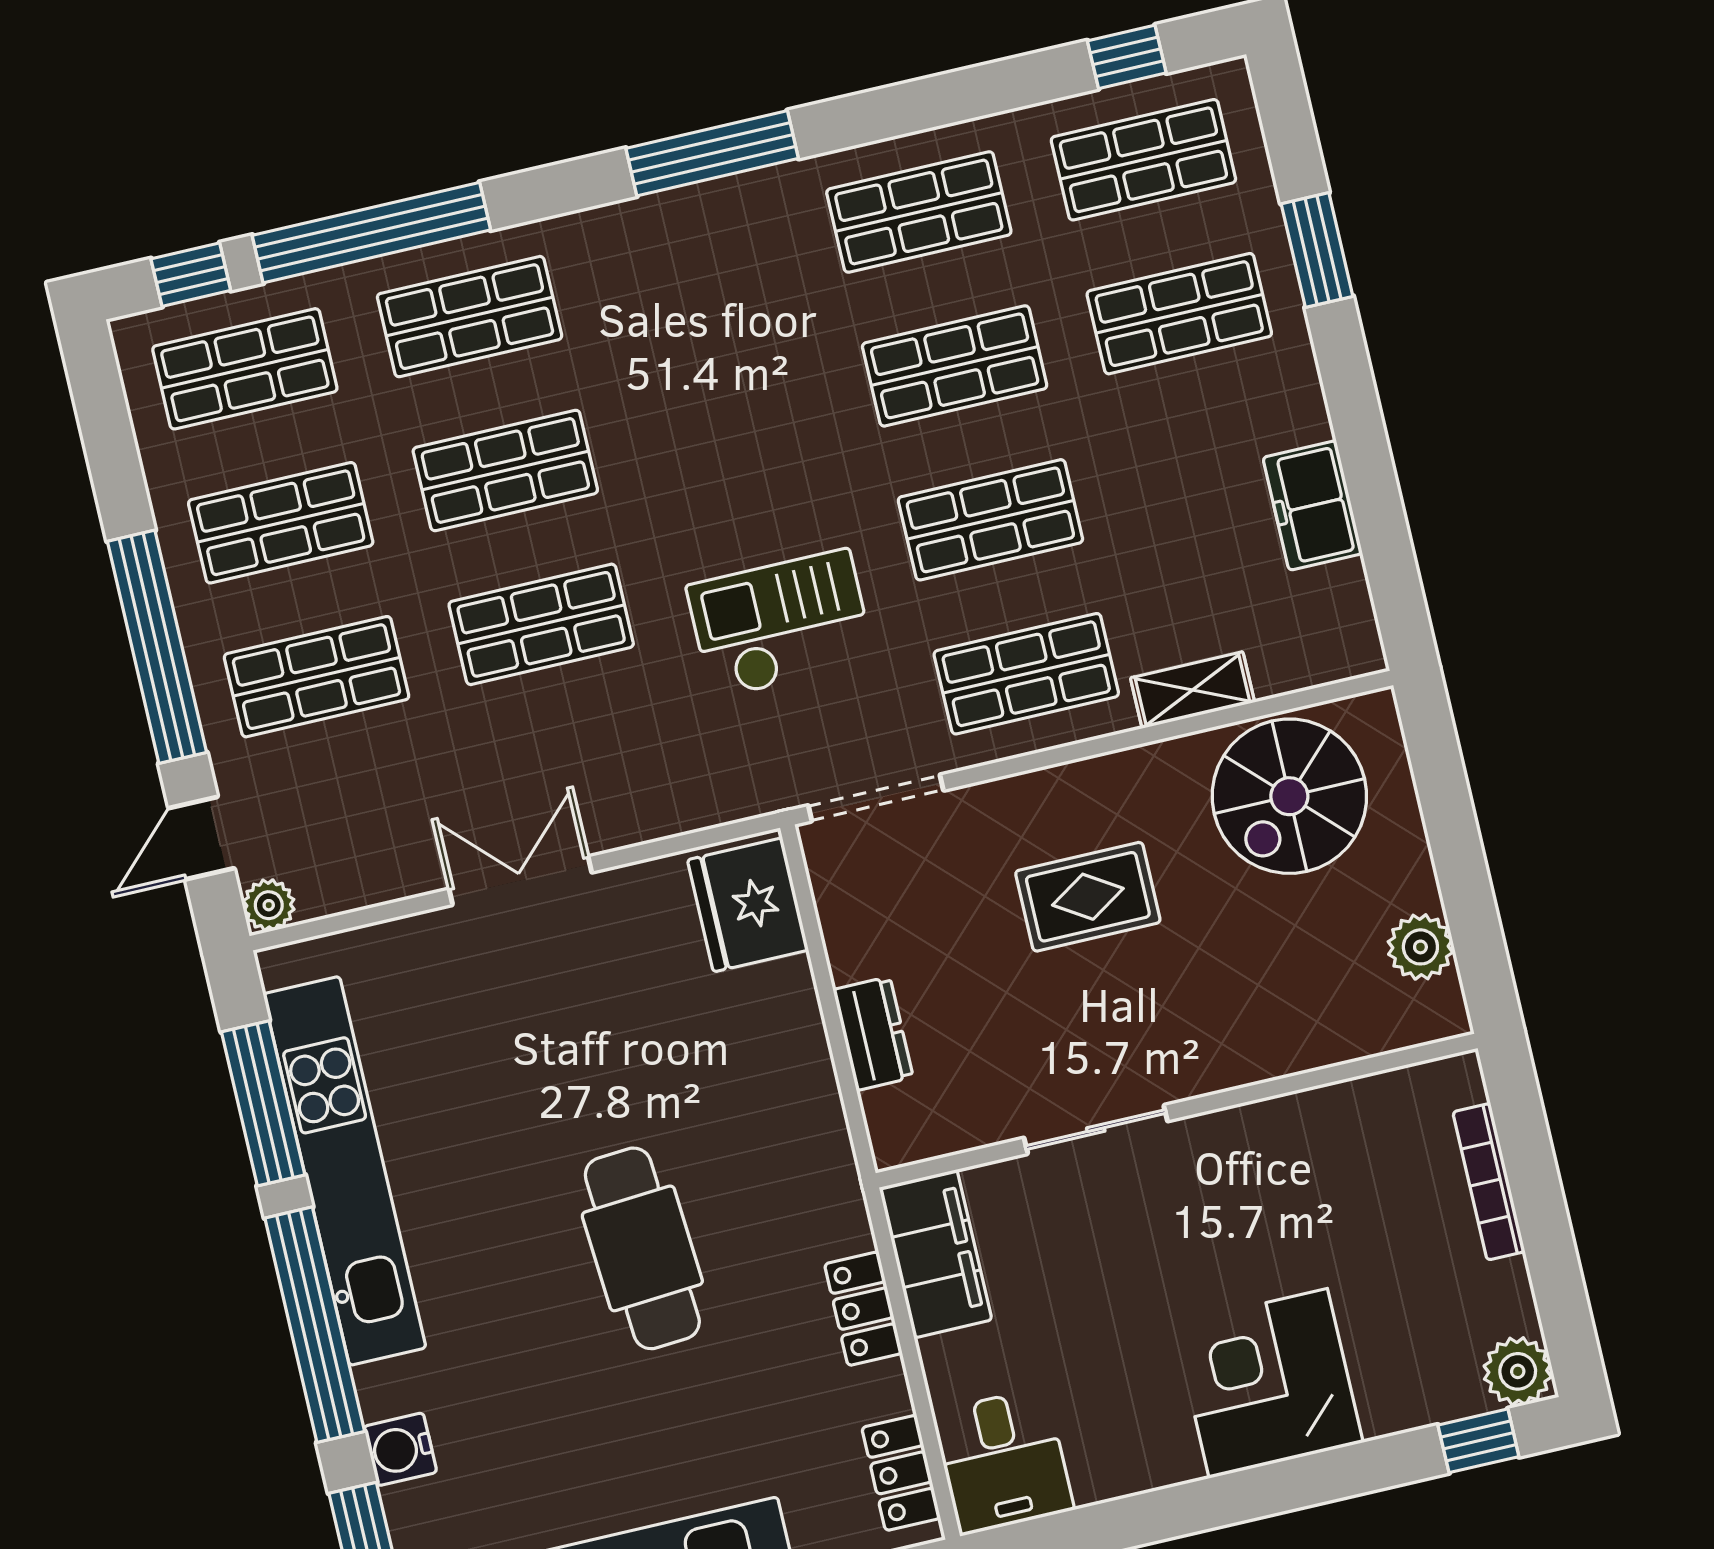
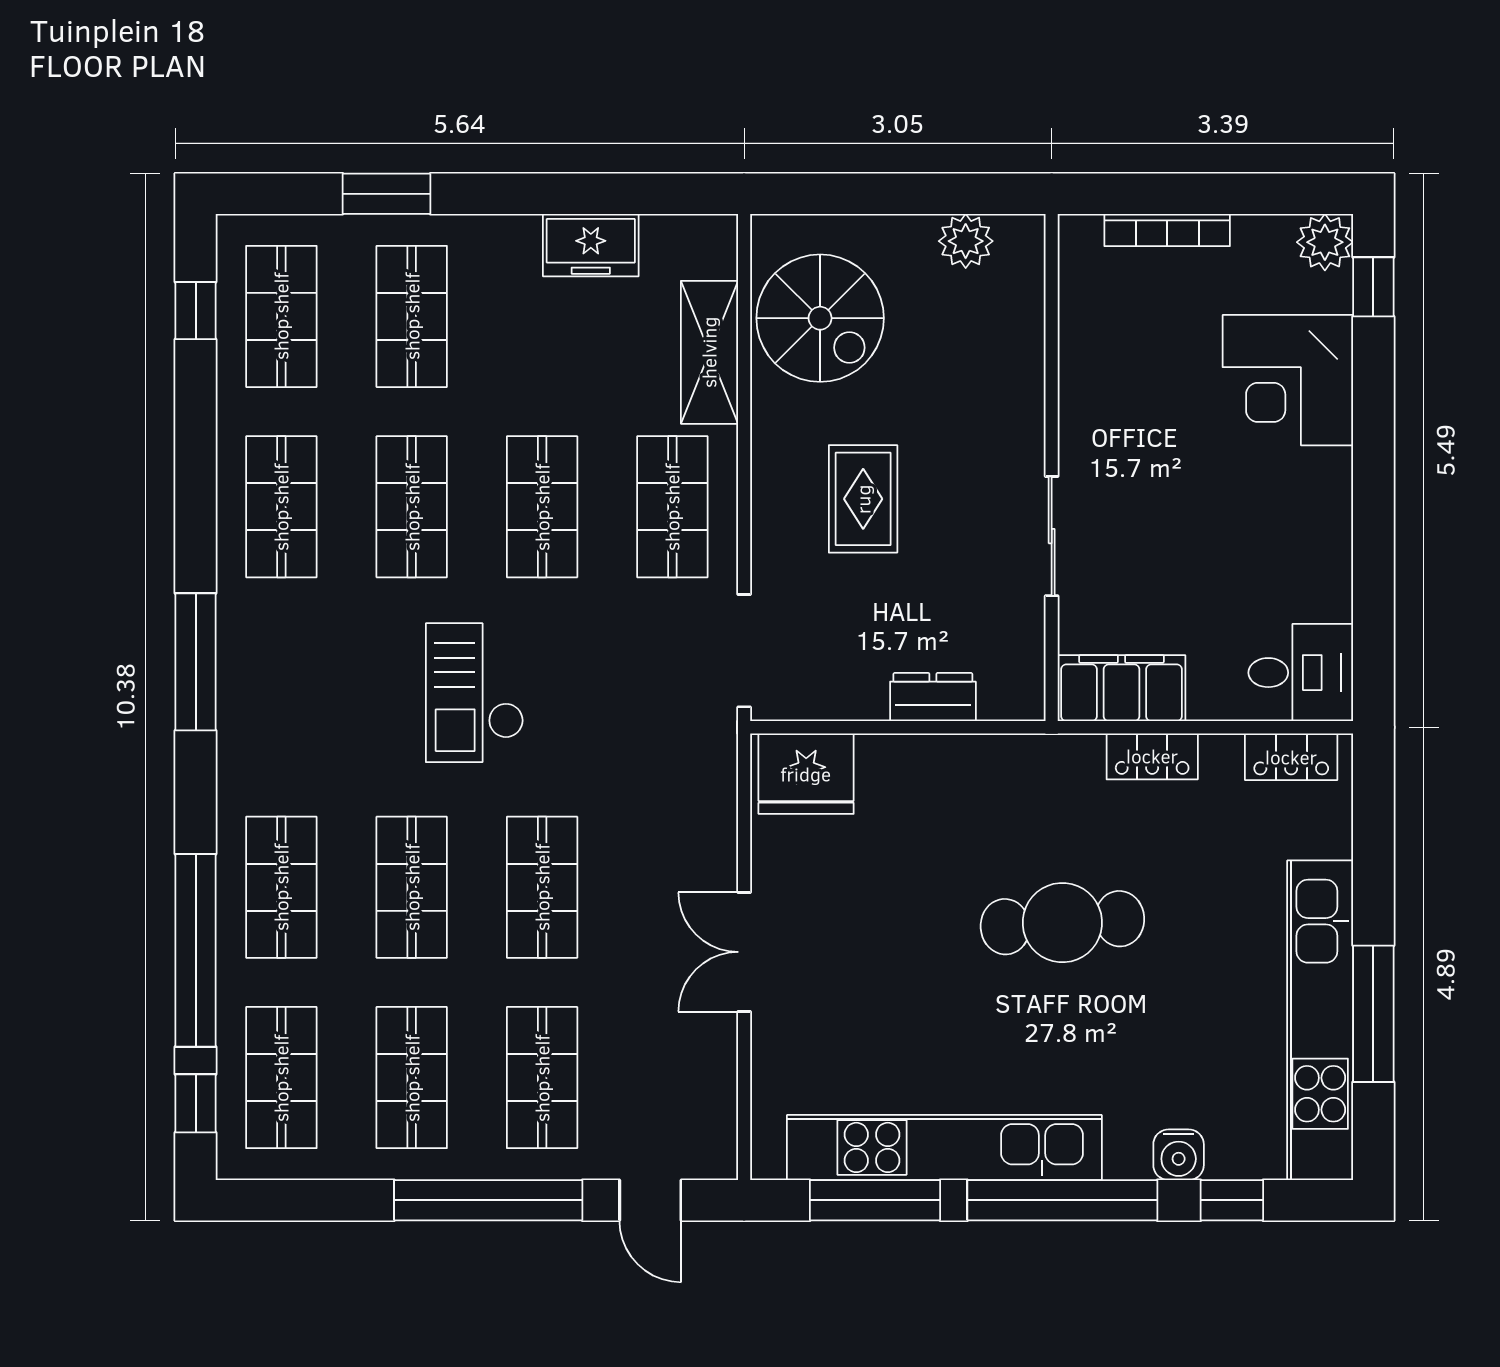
checkout: (780, 624) -> (475, 693), moved
shelving: (1193, 690) -> (709, 352), width x1.50, depth x1.33
plant: (269, 905) -> (717, 1159), removed
corner desk: (1268, 1383) -> (1288, 380), moved

